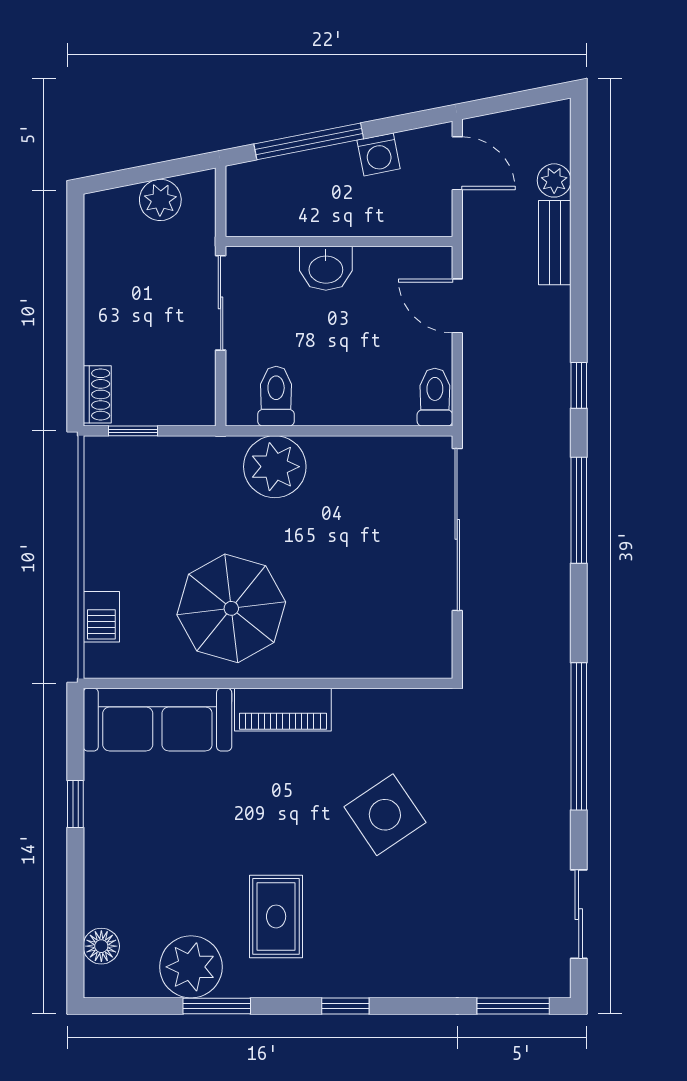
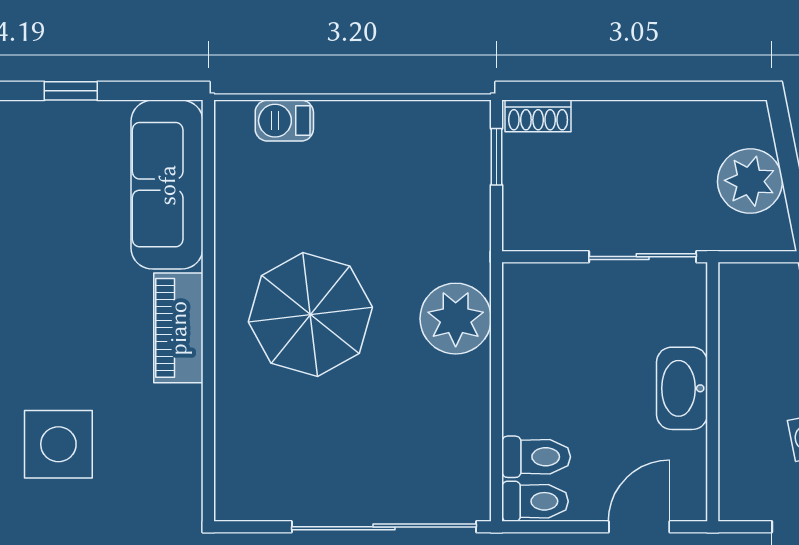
plant: (160, 200) -> (750, 181), width x1.36, depth x1.36
washbasin: (326, 268) -> (682, 388), width x1.38
toilet: (276, 396) -> (536, 457), moved
parasol: (231, 608) -> (310, 315), moved
side table: (385, 815) -> (58, 444), turned 34

